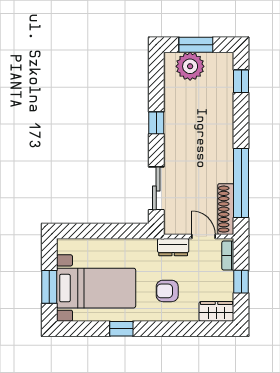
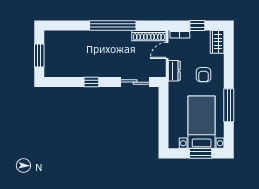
plant: (190, 66) -> (54, 59), removed
window: (241, 81) -> (64, 25), removed
window: (241, 183) -> (113, 25), moved
window: (121, 329) -> (229, 105), width x2.17

